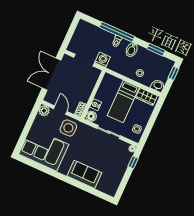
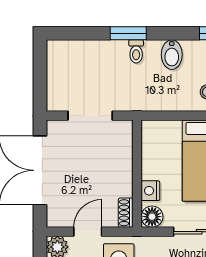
window: (117, 32) -> (128, 33), width x0.47
washing machine: (103, 60) -> (125, 99), removed
door: (60, 110) -> (88, 232), hinge flipped

